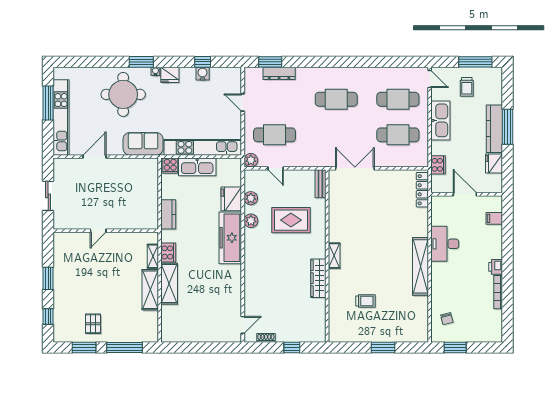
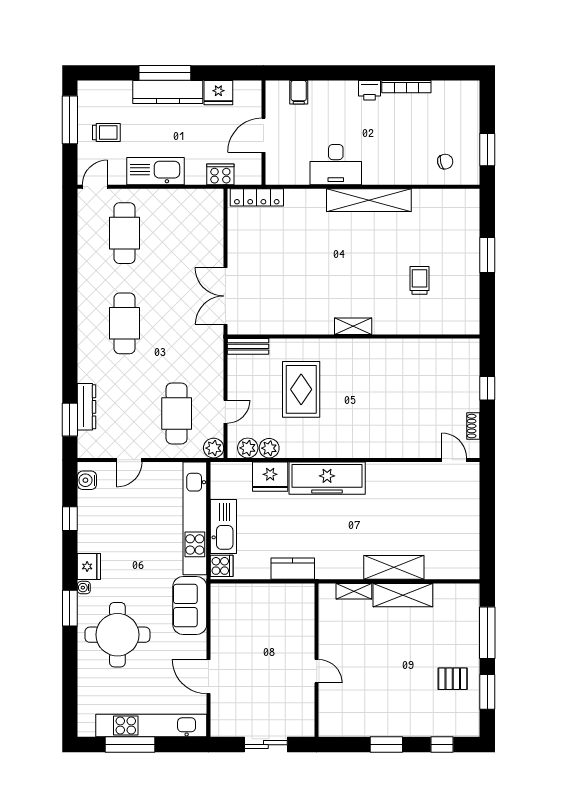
water cooler: (203, 74) -> (87, 480), moved
cafe table: (398, 135) -> (177, 233), removed
plant: (251, 221) -> (248, 448), moved
cooker: (168, 252) -> (349, 569), removed
wardrobe: (318, 278) -> (386, 349), removed

